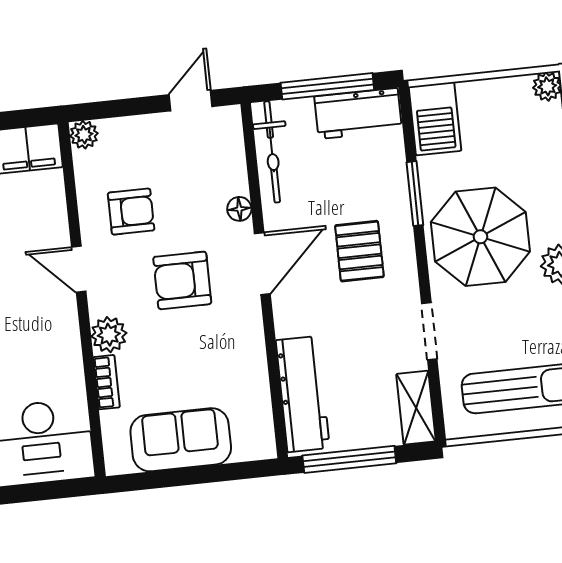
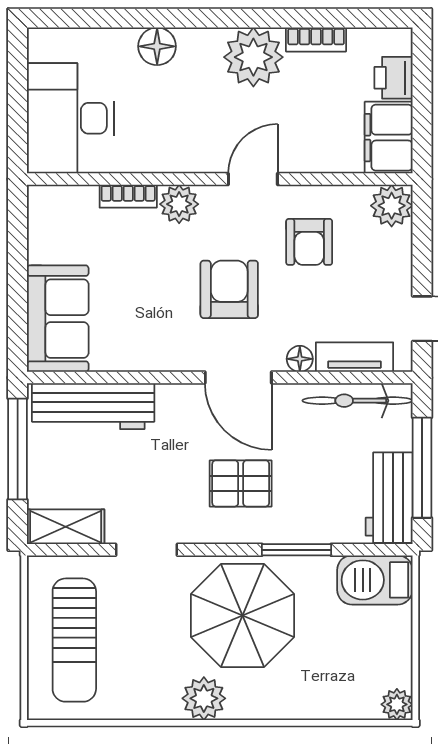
plant: (84, 135) -> (392, 206), width x1.38, depth x1.38
tv unit: (232, 159) -> (355, 357), added
sofa: (181, 440) -> (58, 319), moved

